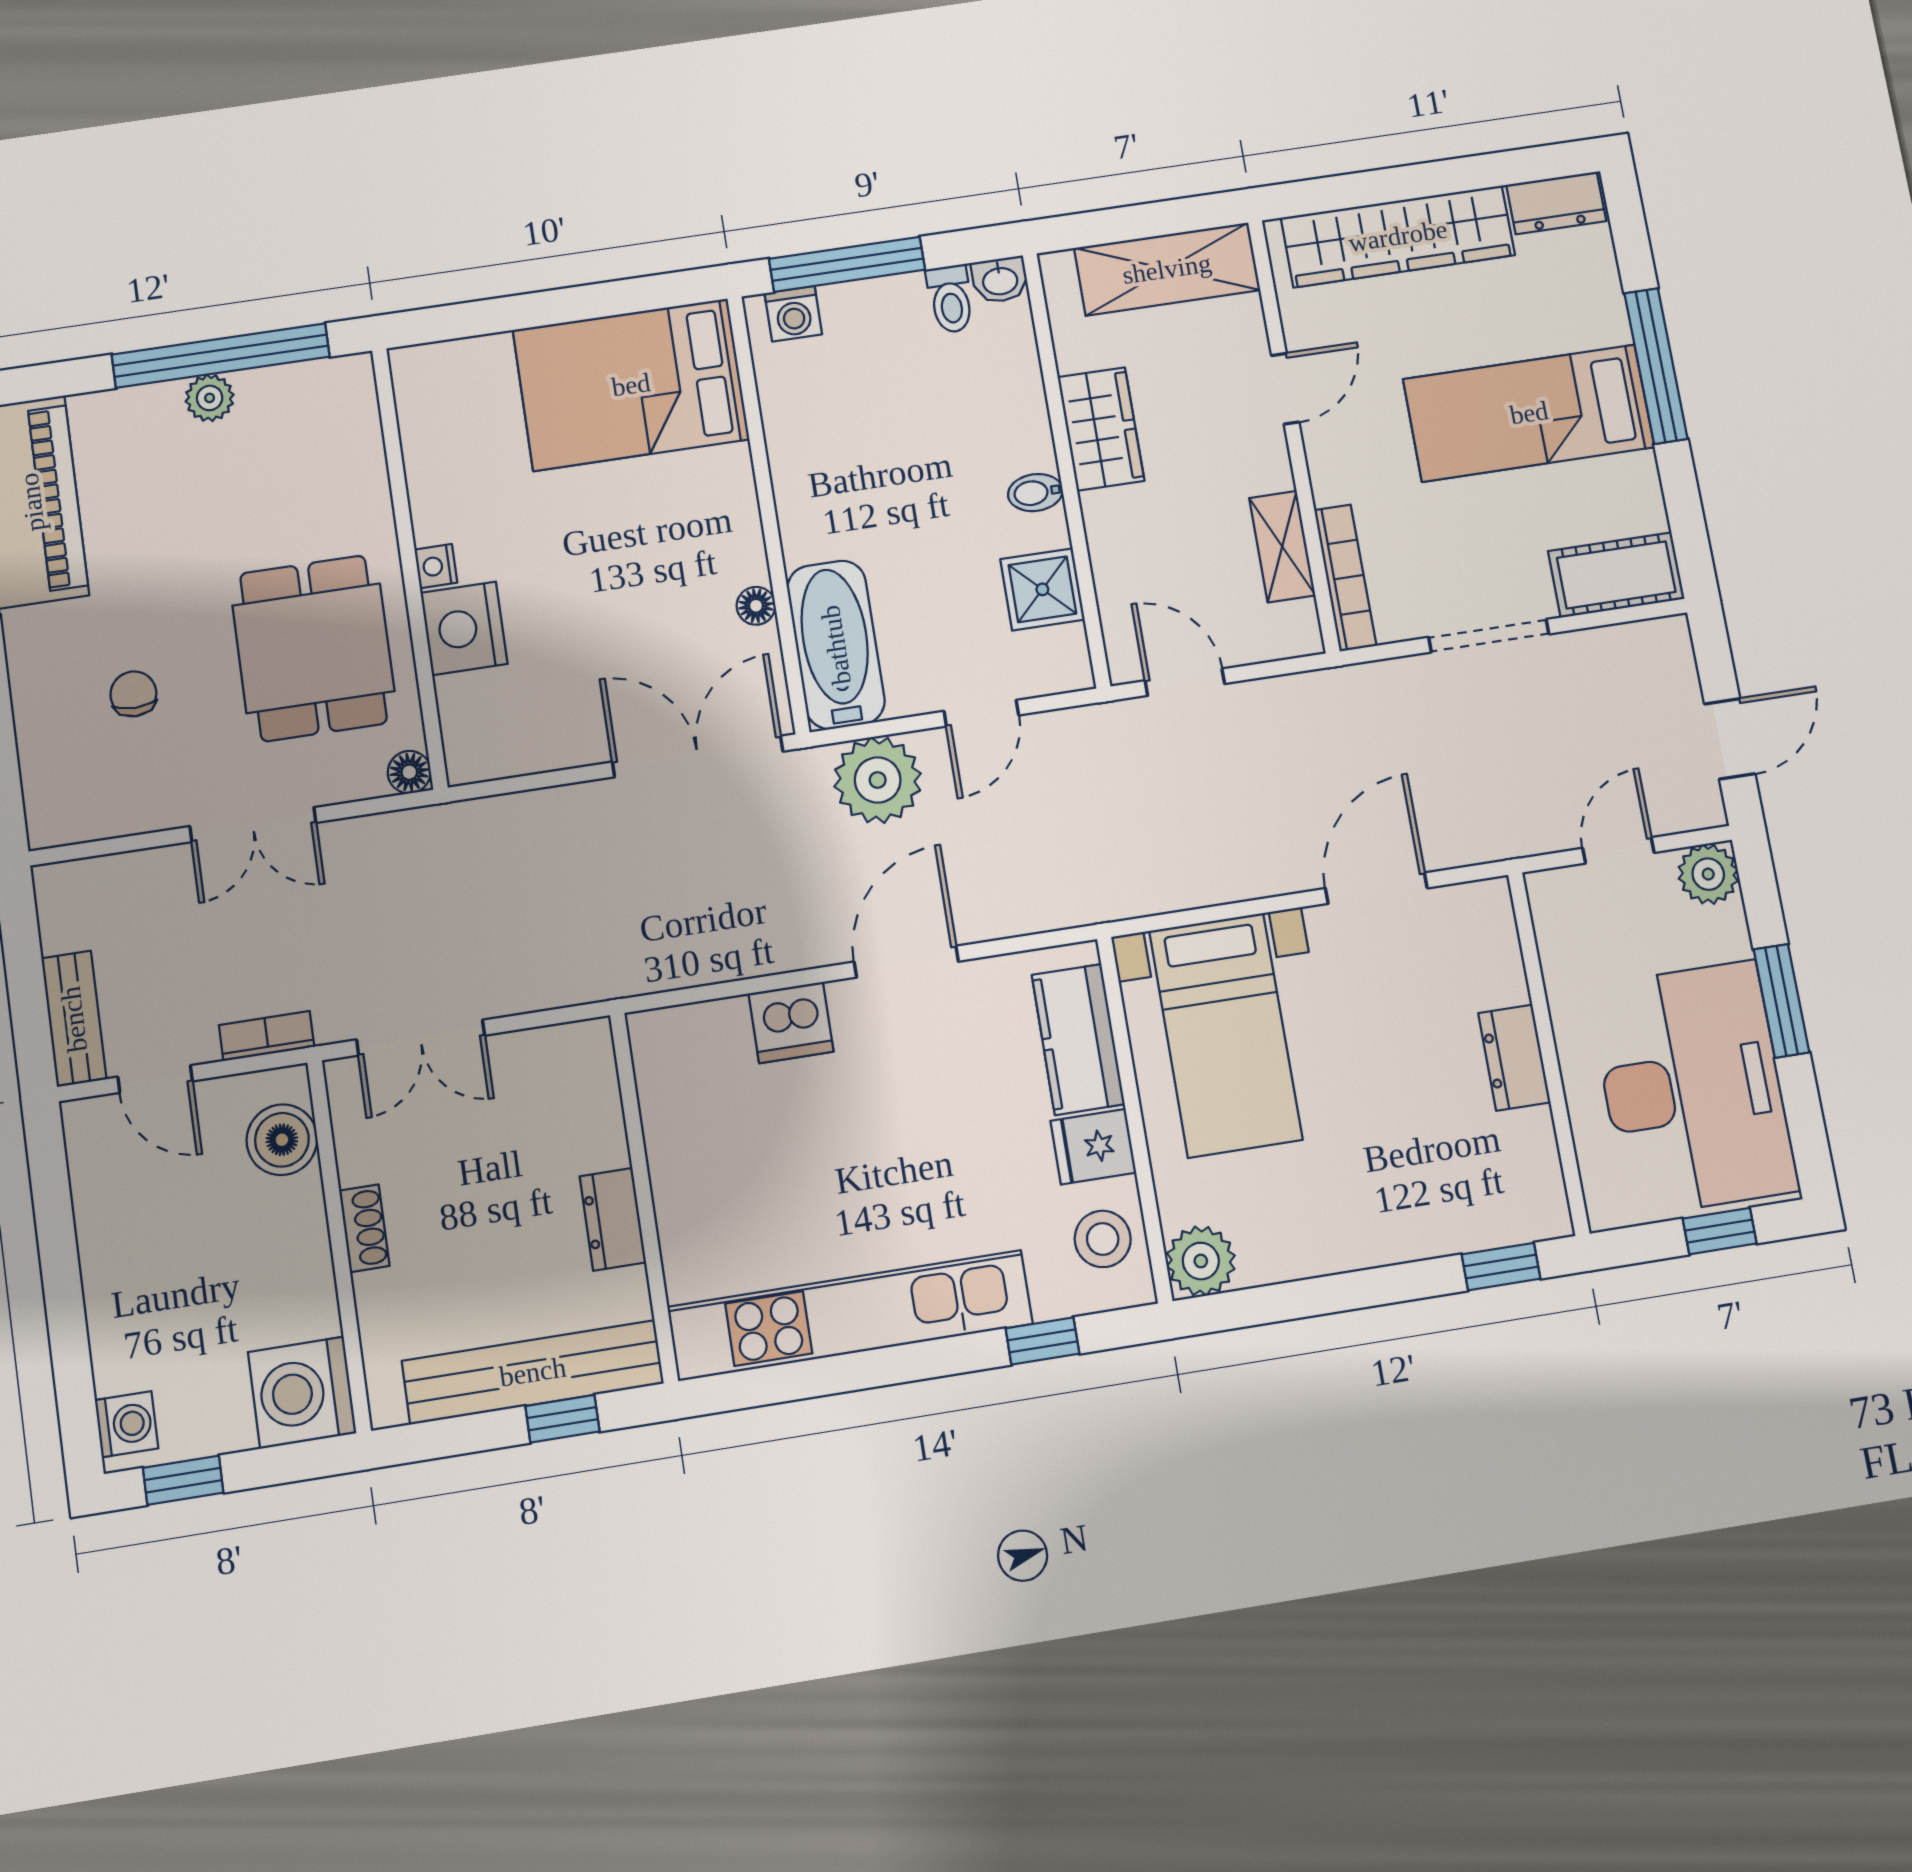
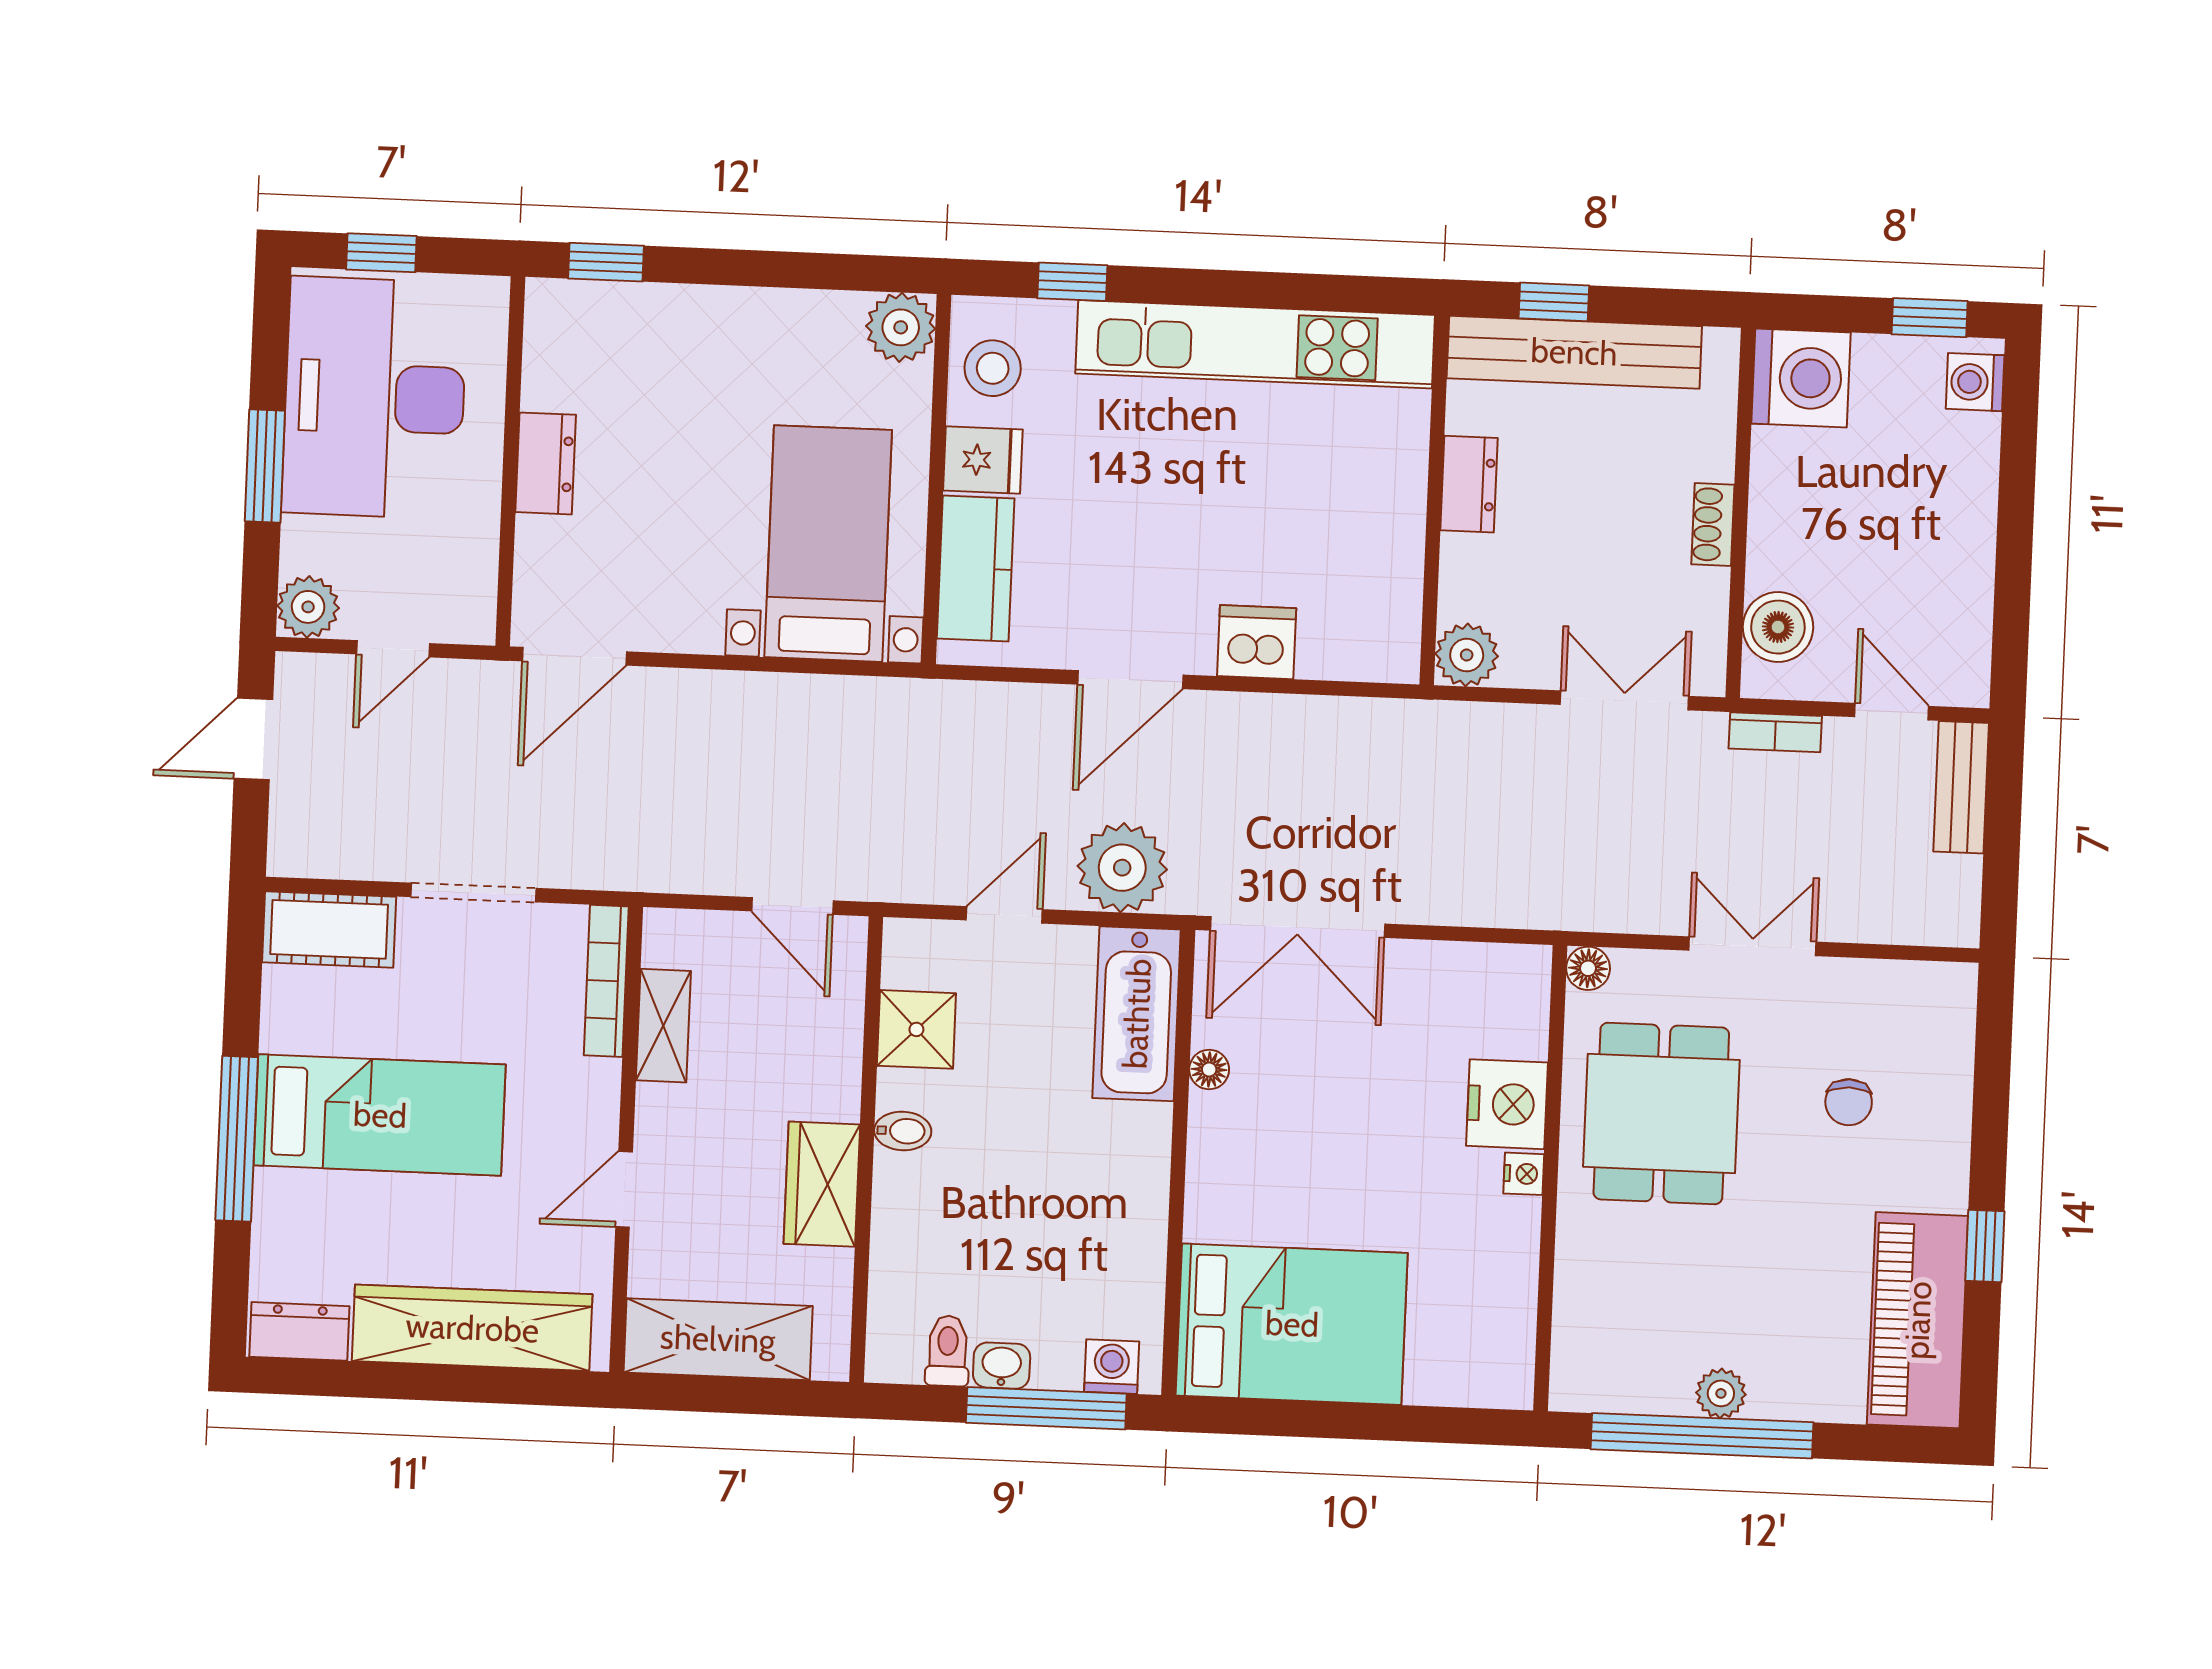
washbasin: (1000, 280) -> (1002, 1366), moved
door: (1376, 888) -> (574, 656), moved
plant: (584, 1051) -> (1467, 655), added

